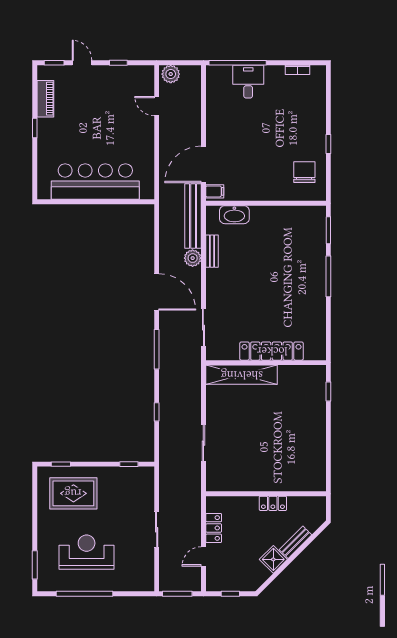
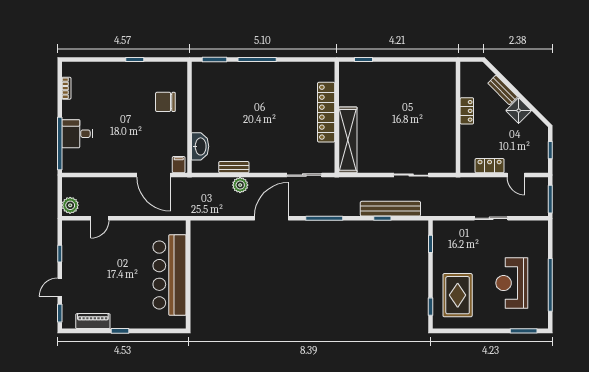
chair: (304, 172) -> (165, 102), moved
bench: (193, 216) -> (390, 209), moved

